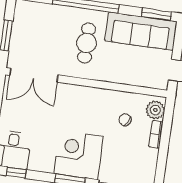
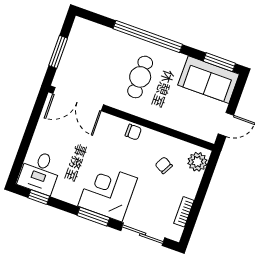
sofa: (141, 31) -> (209, 80), width x0.73
chair: (91, 95) -> (133, 132), added
bookcase: (156, 134) -> (184, 212), moved

